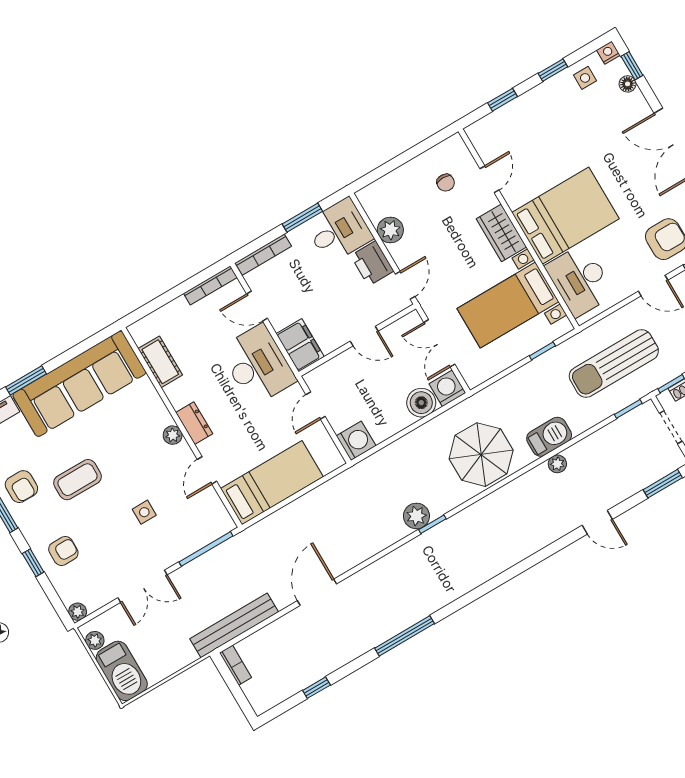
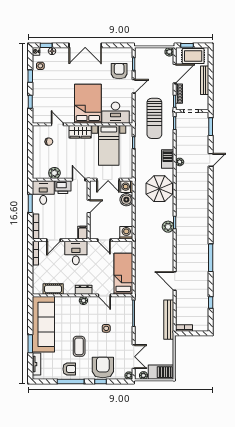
filing cabinet: (300, 345) -> (83, 233), width x0.50
desk: (258, 365) -> (76, 253), width x0.73
armchair: (63, 551) -> (103, 367), width x1.88, depth x1.88
double door: (143, 586) -> (134, 357), moved

